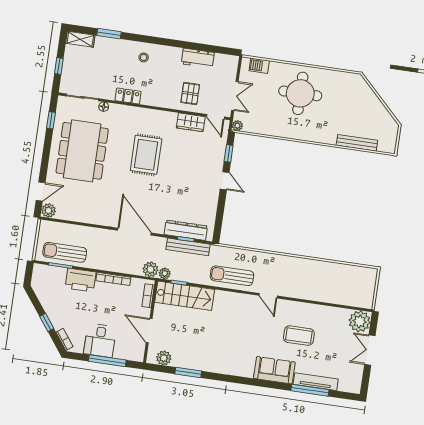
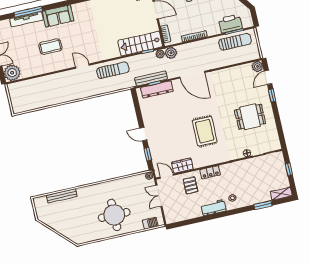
workbench: (198, 58) -> (214, 208), moved
locker: (128, 96) -> (210, 172), moved
window: (51, 120) -> (272, 95), moved
dining table: (82, 151) -> (250, 117), width x0.53, depth x0.80
printer: (80, 280) -> (230, 24), moved

